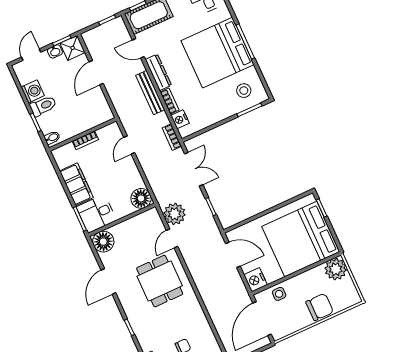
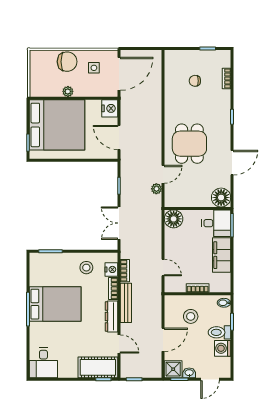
bed: (218, 53) -> (55, 304), width x0.73
stool: (244, 91) -> (86, 268), moved
stool: (79, 109) -> (191, 316), added
bookcase: (172, 137) -> (125, 271), moved
door: (129, 145) -> (163, 267), hinge flipped
plant: (175, 214) -> (156, 189), width x0.53, depth x0.53
plant: (336, 269) -> (68, 91), moved, width x0.53, depth x0.53
side table: (279, 294) -> (94, 68), moved
chair: (320, 307) -> (67, 62), turned 180

